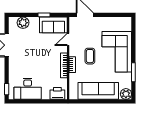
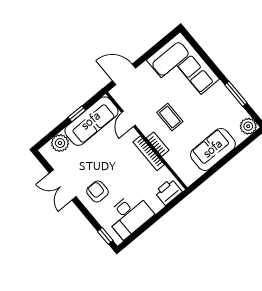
sofa: (53, 25) -> (91, 121), width x1.36
corner sofa: (117, 52) -> (183, 69), moved
armchair: (22, 63) -> (97, 192), added
sofa: (98, 91) -> (213, 149), width x0.73

